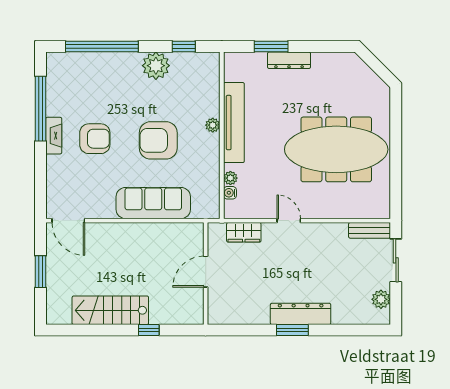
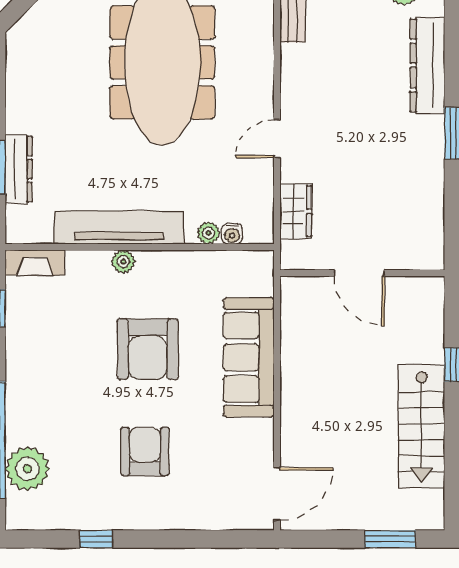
dresser: (289, 60) -> (19, 169), moved
plant: (156, 66) -> (27, 469), moved
window: (40, 109) -> (96, 539), width x0.32
fireplace: (54, 136) -> (35, 263), moved, turned 180
window: (40, 272) -> (390, 539), moved
dresser: (301, 314) -> (427, 65), moved

